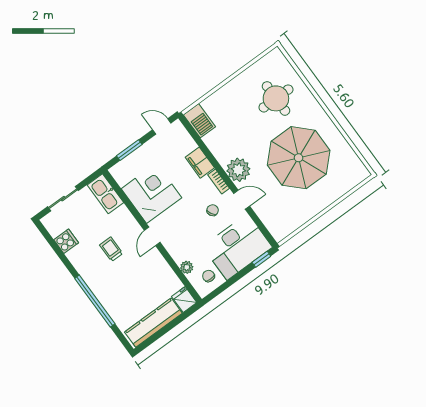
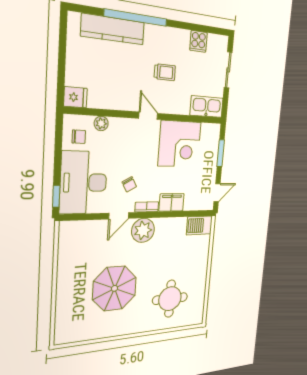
parasol: (299, 158) -> (115, 288), width x0.73, depth x0.73
kitchen counter: (153, 323) -> (113, 29), moved, turned 90

